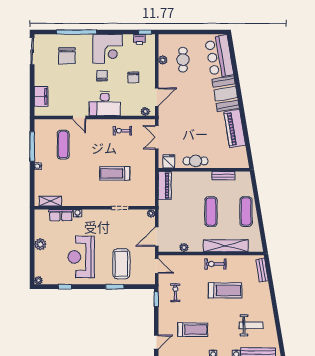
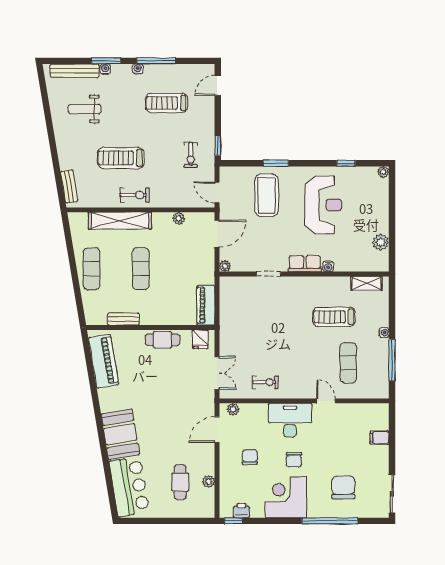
filing cabinet: (41, 96) -> (379, 438), width x0.50
piano: (235, 129) -> (103, 361), moved
treadmill: (115, 173) -> (334, 317), moved, turned 180
row of seats: (61, 215) -> (305, 264), moved
plant: (40, 244) -> (381, 242), moved

